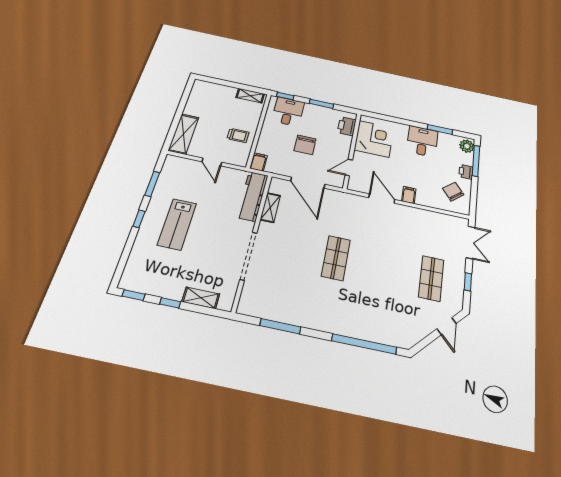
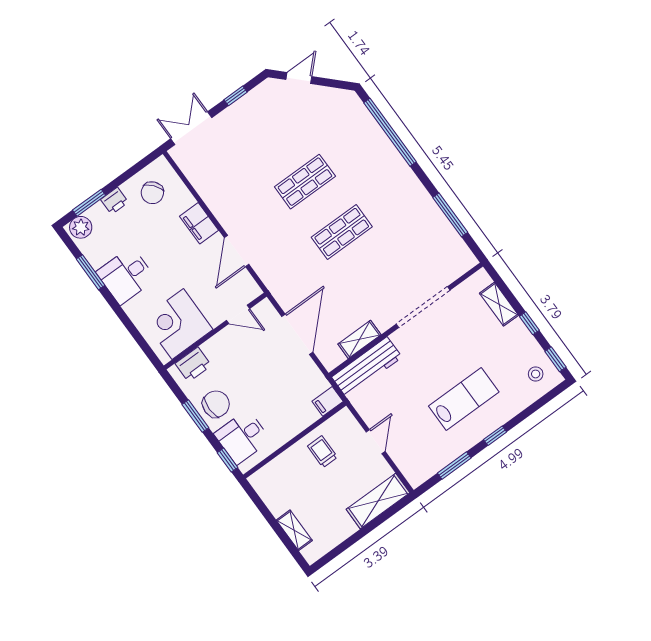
shelving: (250, 96) -> (294, 530), moved
chair: (305, 145) -> (216, 404), moved
window: (476, 161) -> (89, 203), width x0.69
filing cabinet: (409, 195) -> (199, 223), width x2.00
stool: (140, 275) -> (536, 374), added
shop shelf: (431, 278) -> (305, 182), moved

